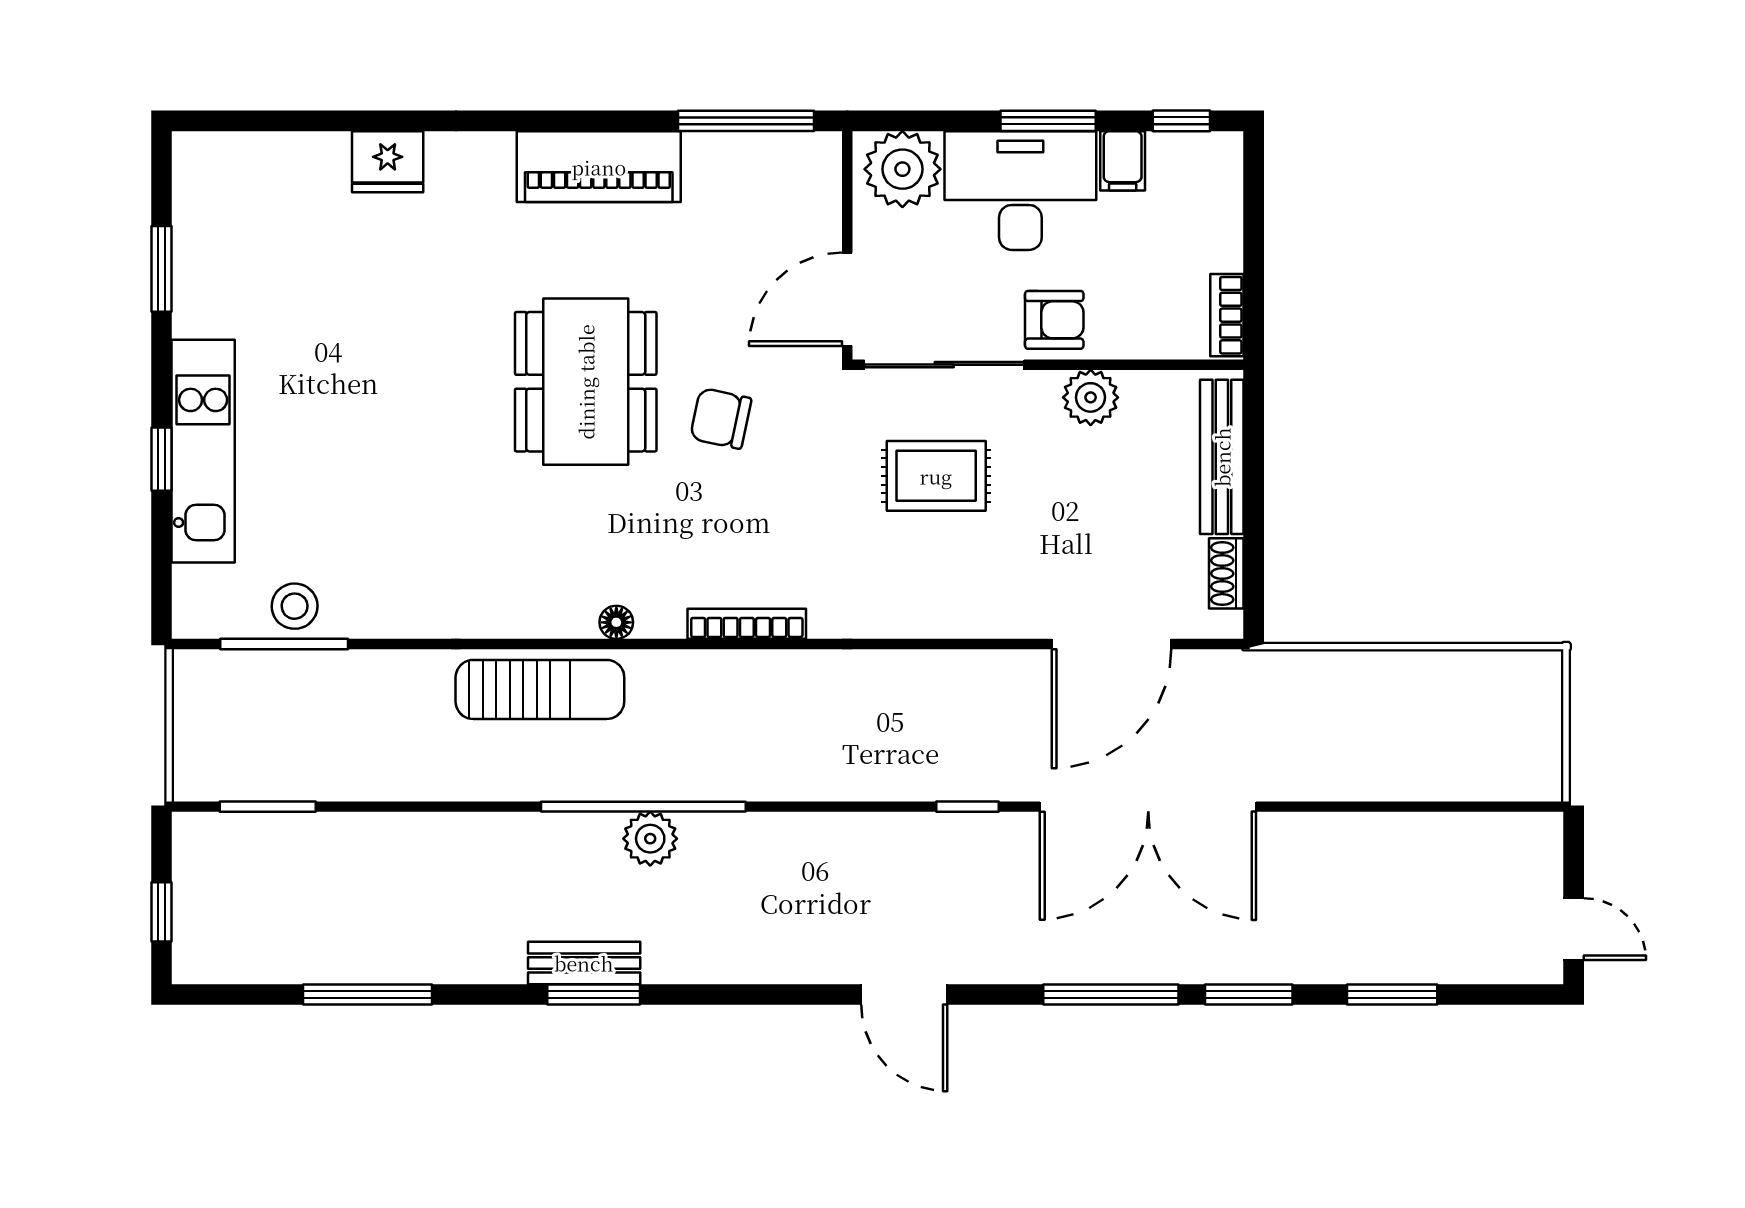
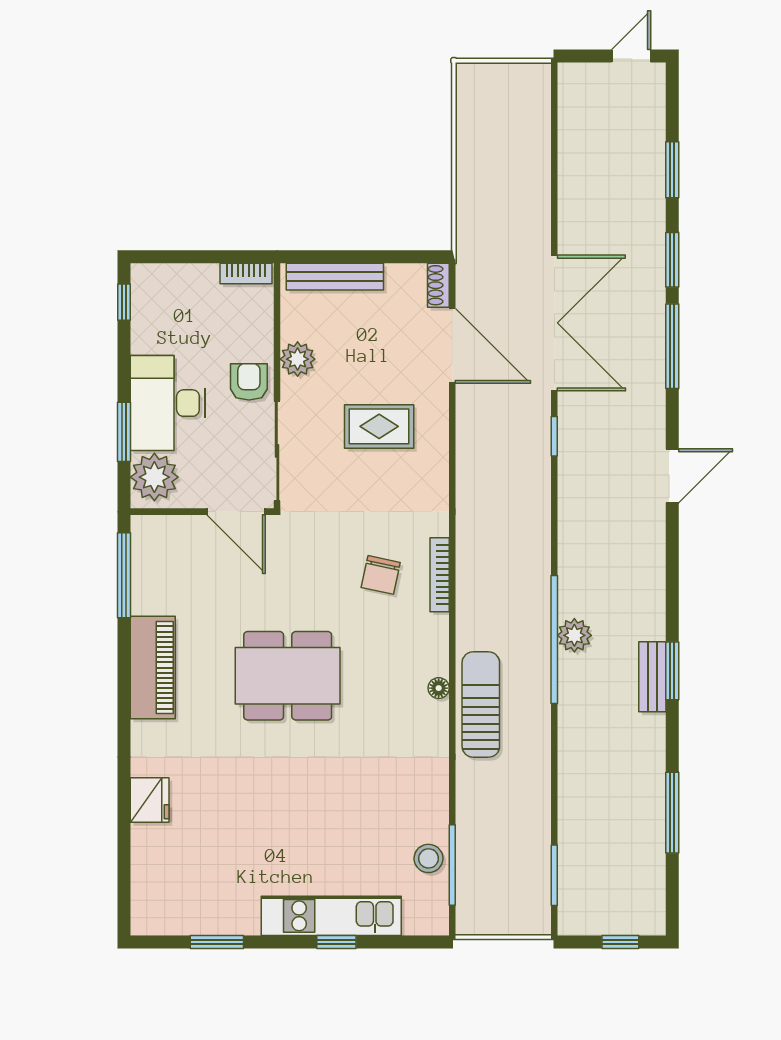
window: (1048, 121) -> (124, 432), moved
filing cabinet: (1123, 161) -> (149, 339), removed
chair: (721, 418) -> (381, 575), moved
rug: (936, 476) -> (379, 426), moved, turned 90
shoe rack: (1226, 573) -> (438, 285), moved, turned 90
floor lamp: (616, 622) -> (439, 688), moved

